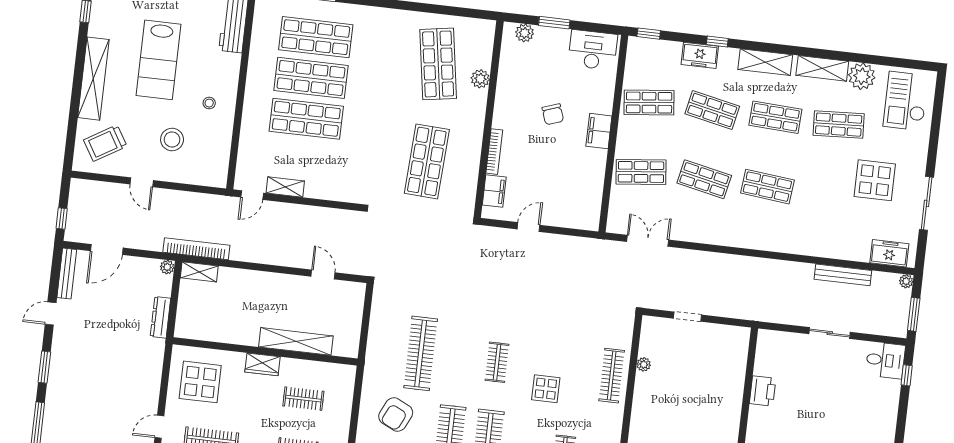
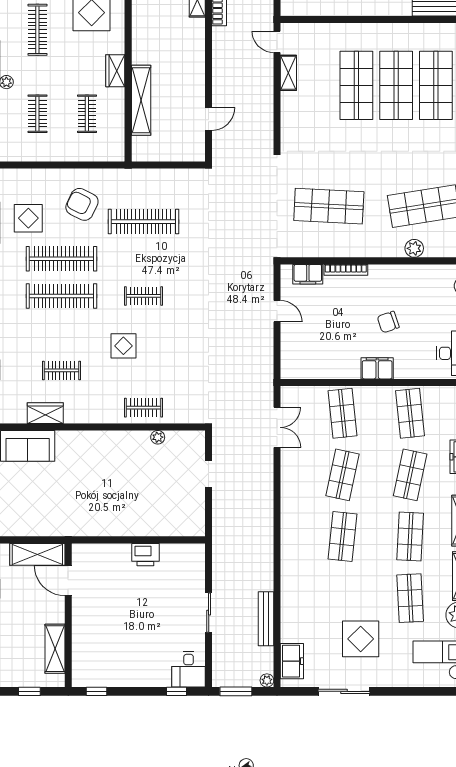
clothes rail: (612, 376) -> (143, 408), width x0.73

